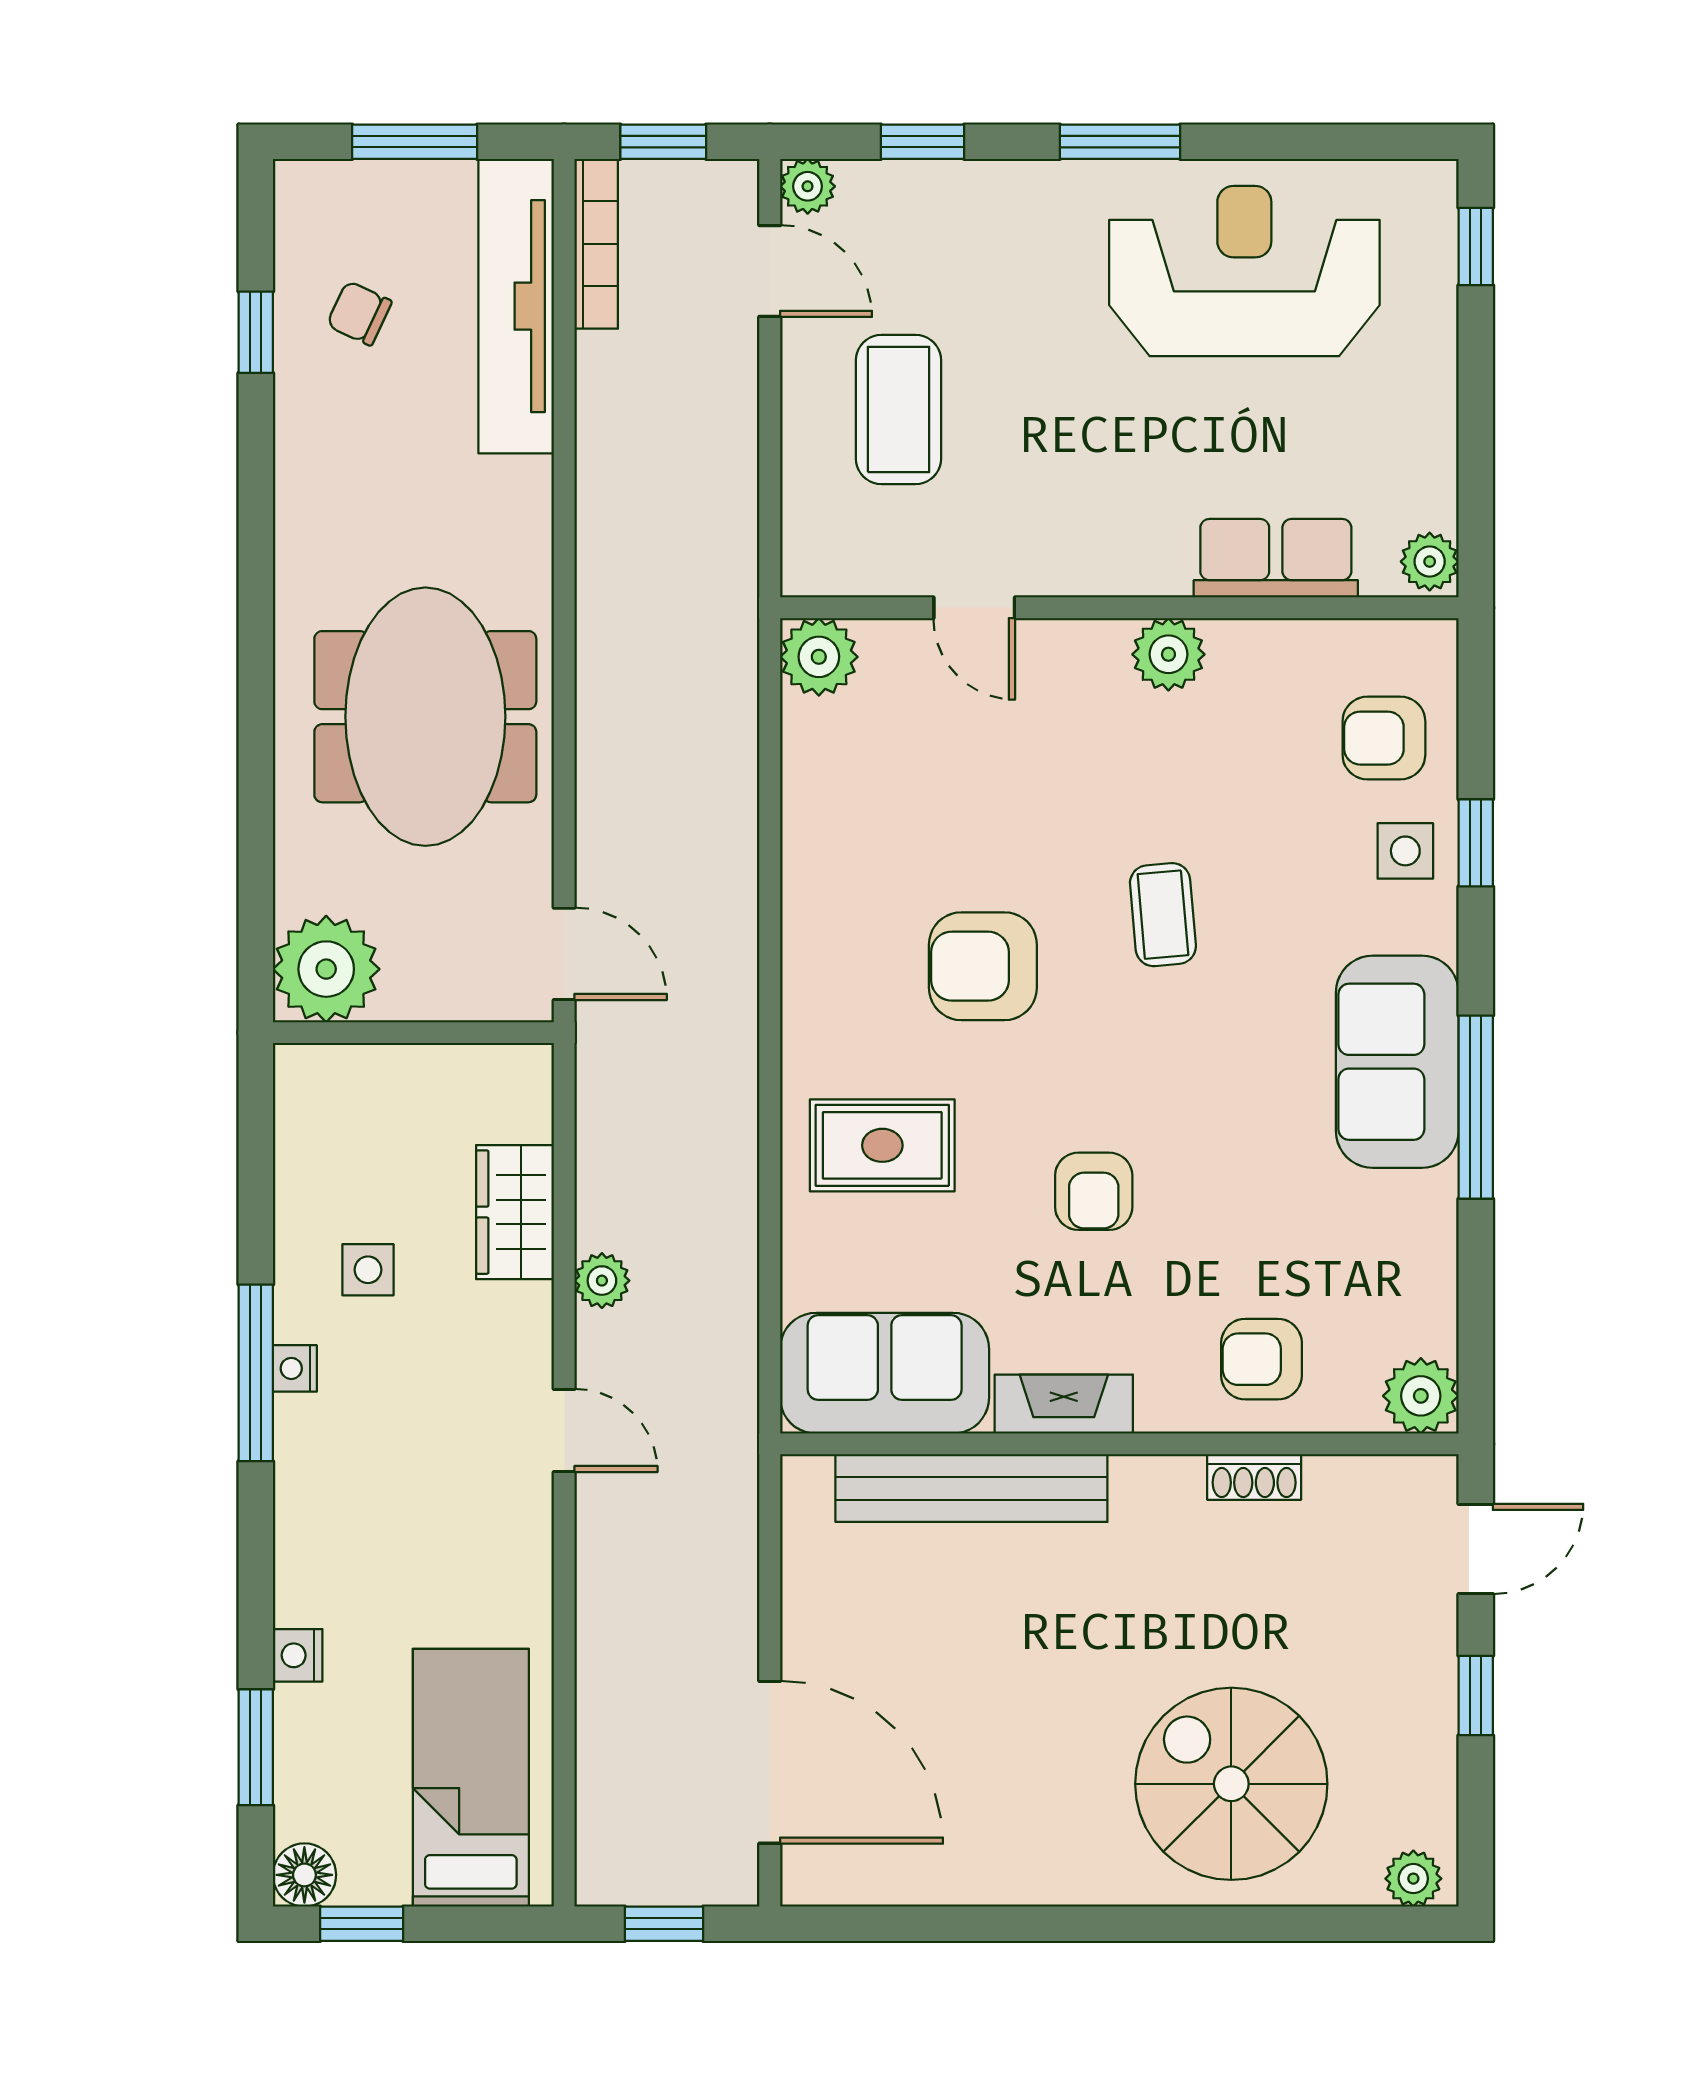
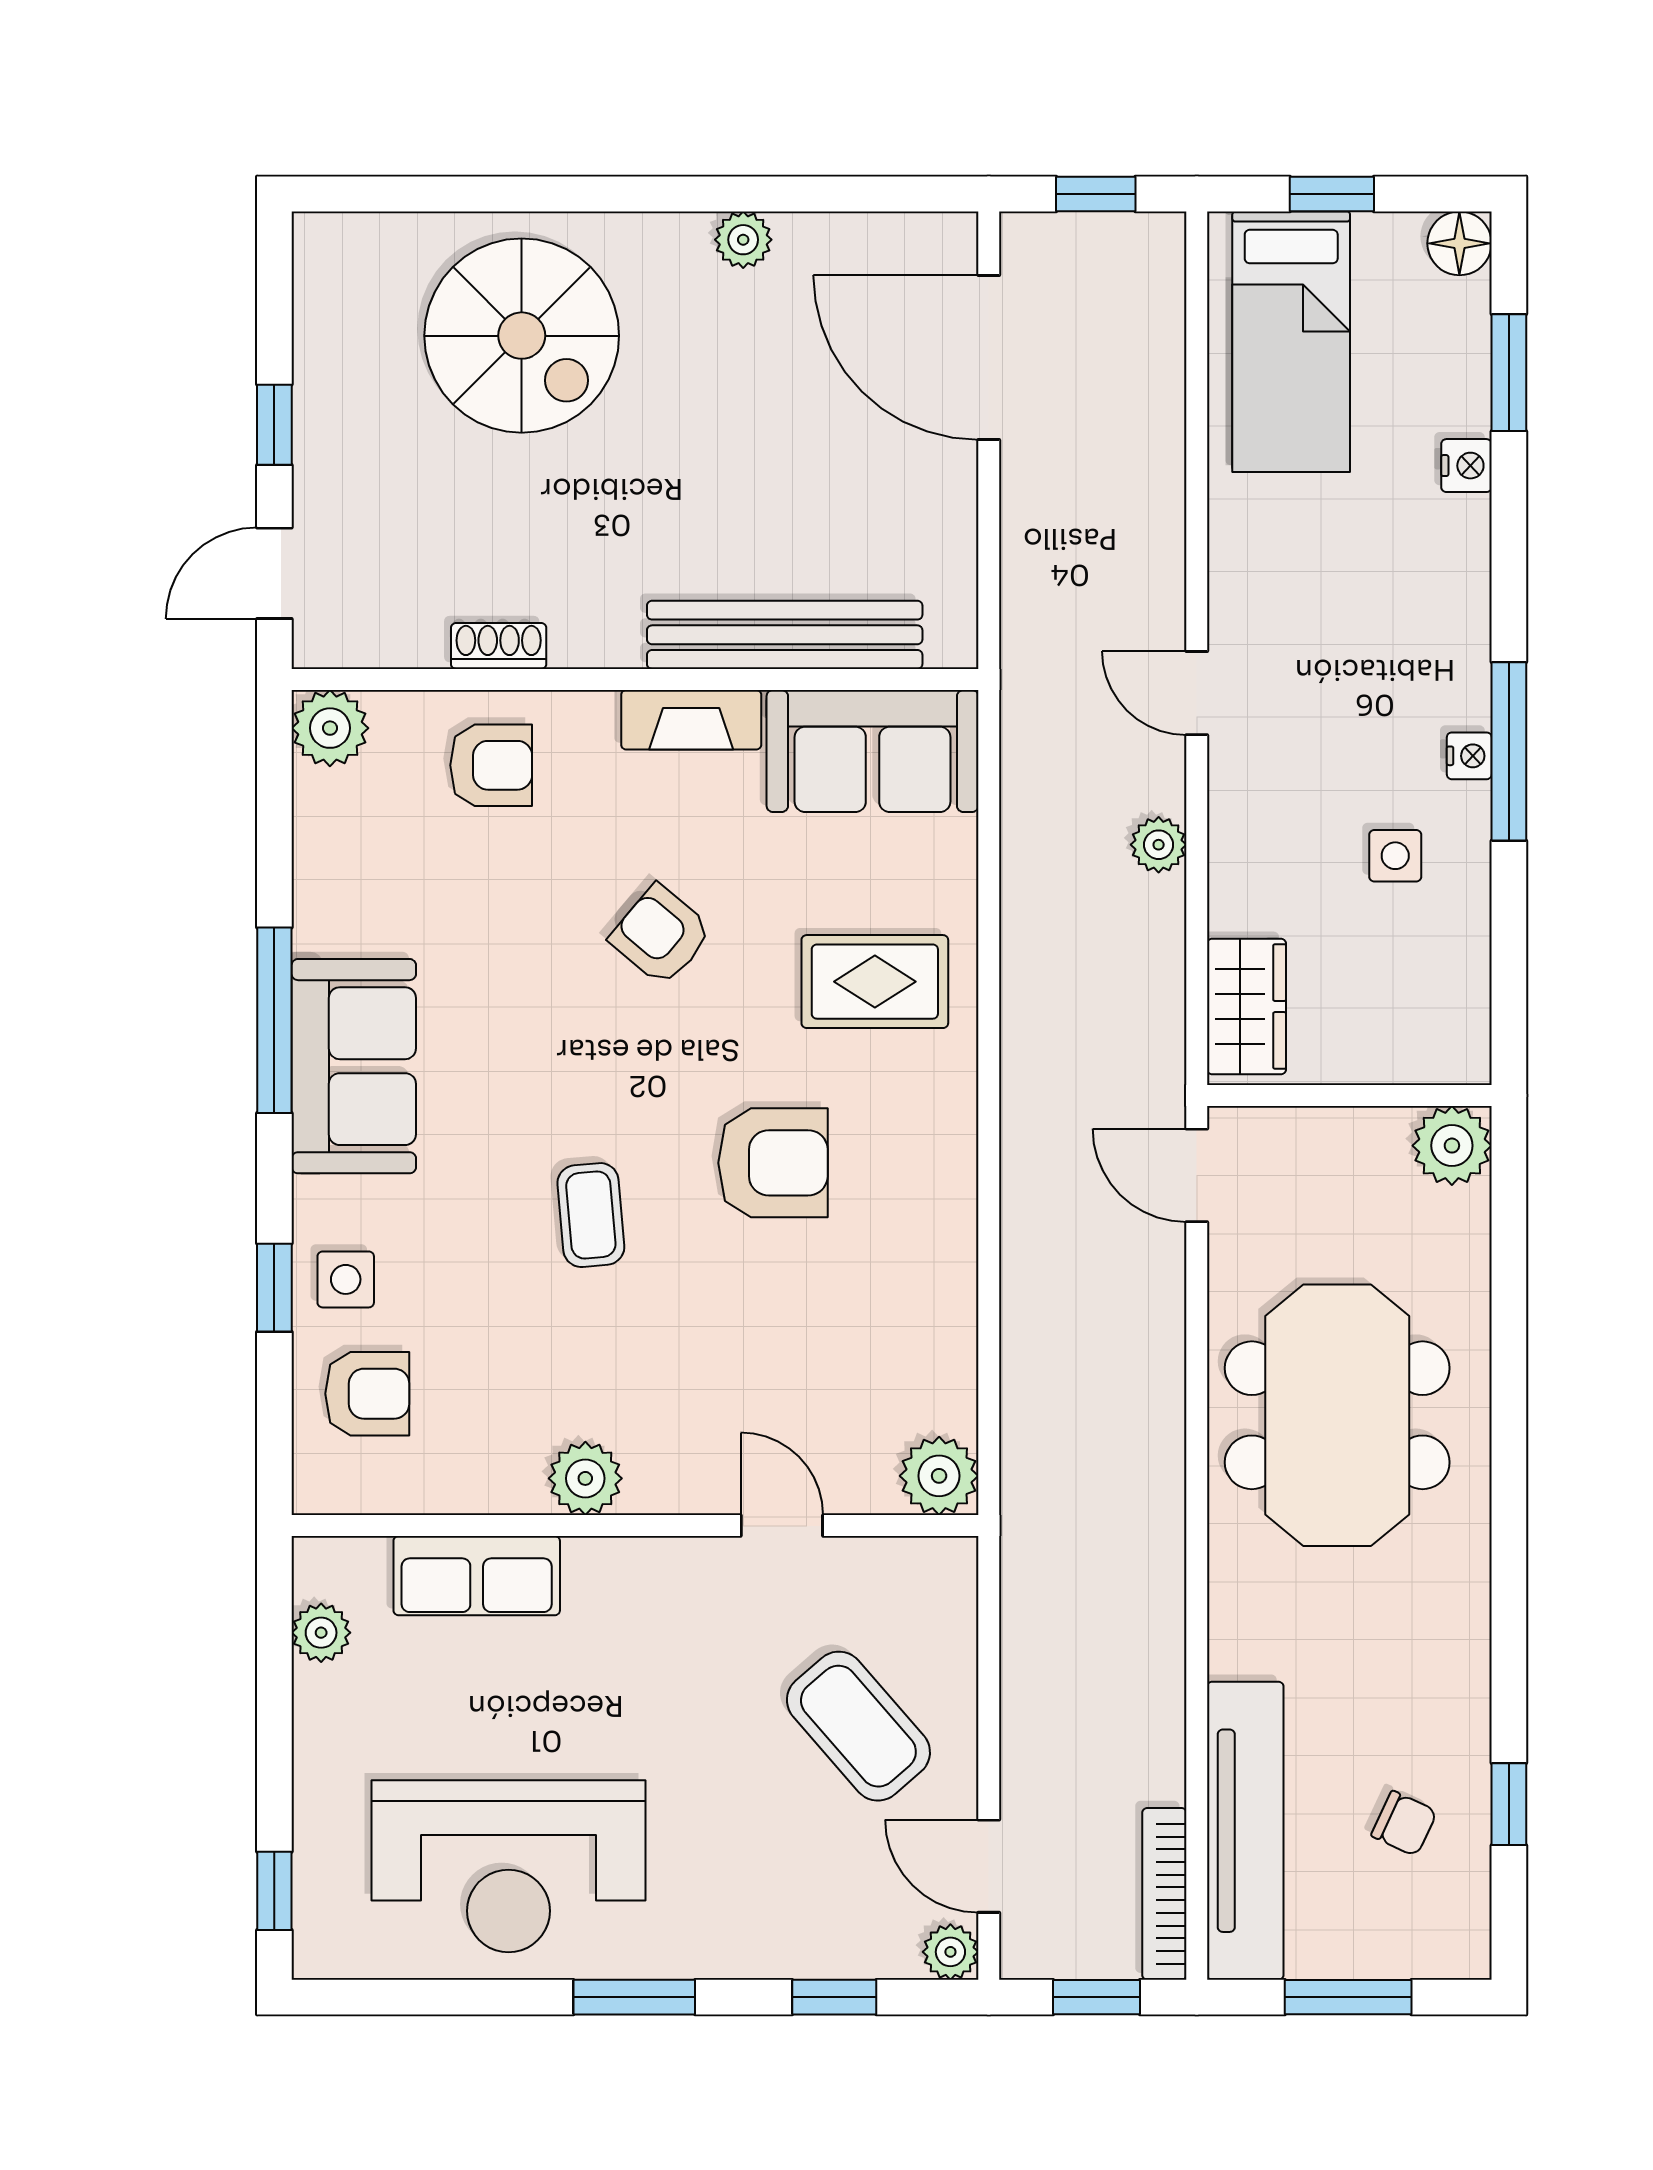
coffee table: (899, 409) -> (858, 1726), turned -41
plant: (1430, 562) -> (321, 1633), moved
plant: (326, 969) -> (1452, 1146), width x0.73, depth x0.73
armchair: (1094, 1191) -> (661, 935), turned -50
wardrobe: (515, 1212) -> (1247, 1007), moved
plant: (1413, 1879) -> (743, 240), moved
window: (362, 1924) -> (1332, 194), moved

